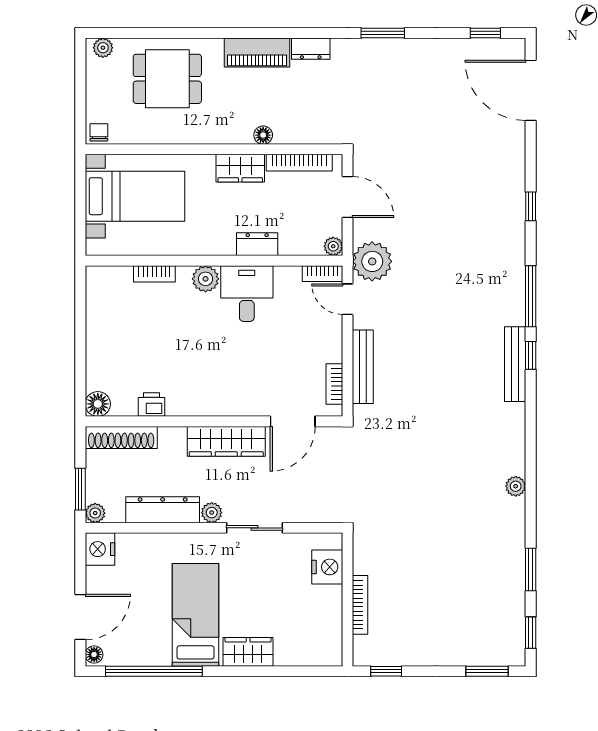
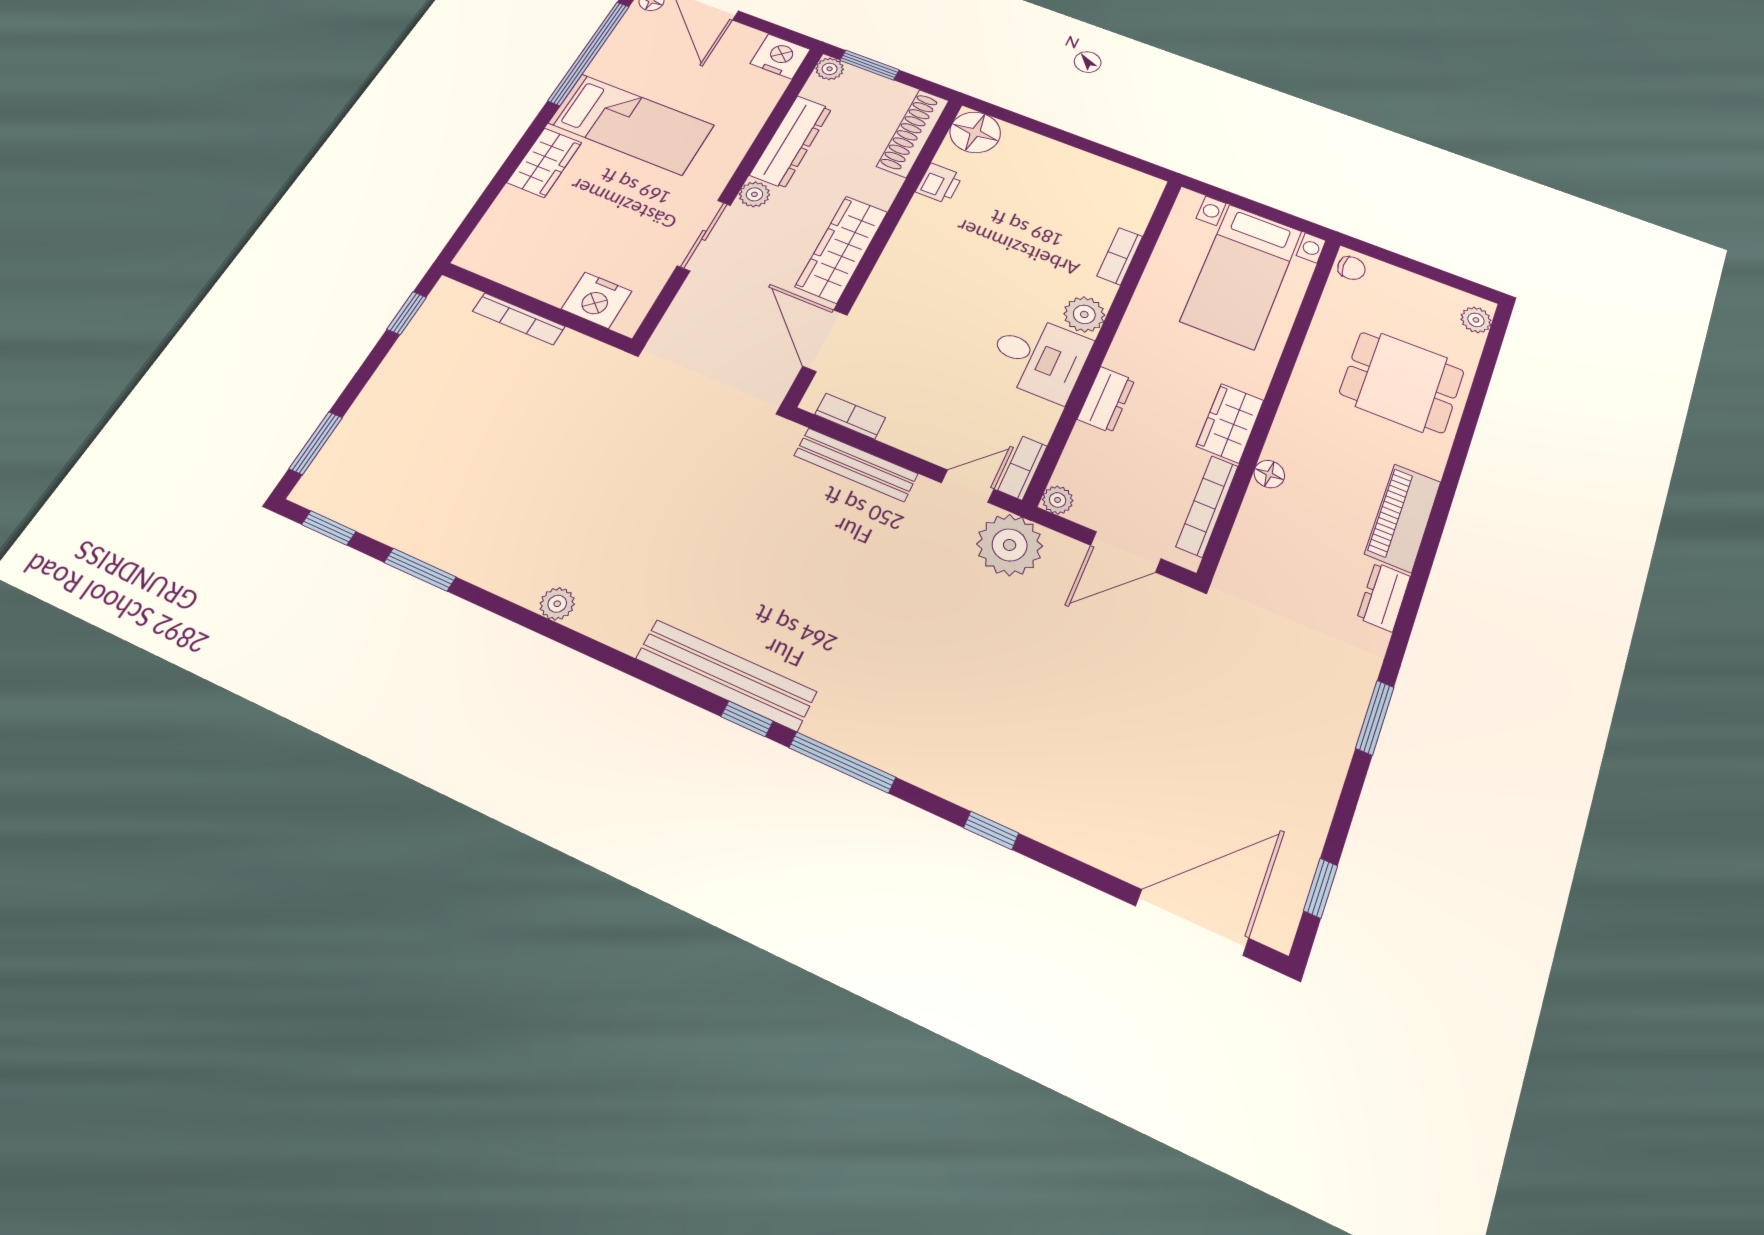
dining table: (167, 79) -> (1402, 382), turned 90
bench: (515, 364) -> (726, 675), width x1.37, depth x1.21
floor lamp: (98, 404) -> (975, 132), width x1.38, depth x1.38

